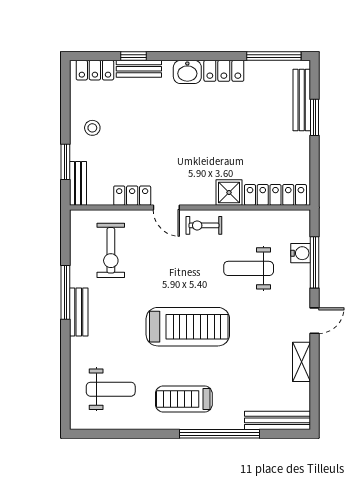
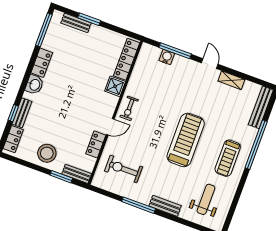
bench: (302, 100) -> (76, 23), width x0.73
stool: (92, 128) -> (47, 153), width x1.89, depth x1.89
exercise bike: (111, 250) -> (124, 169), turned 180
weight bench: (249, 268) -> (164, 91), removed
bench: (79, 312) -> (165, 206), moved

